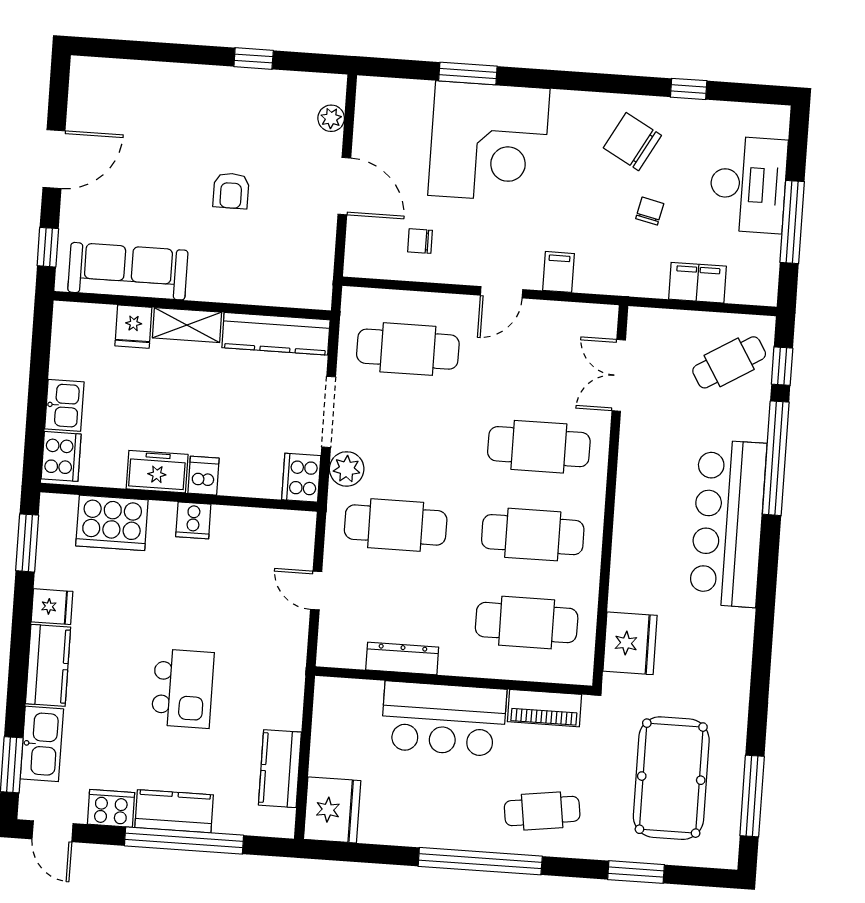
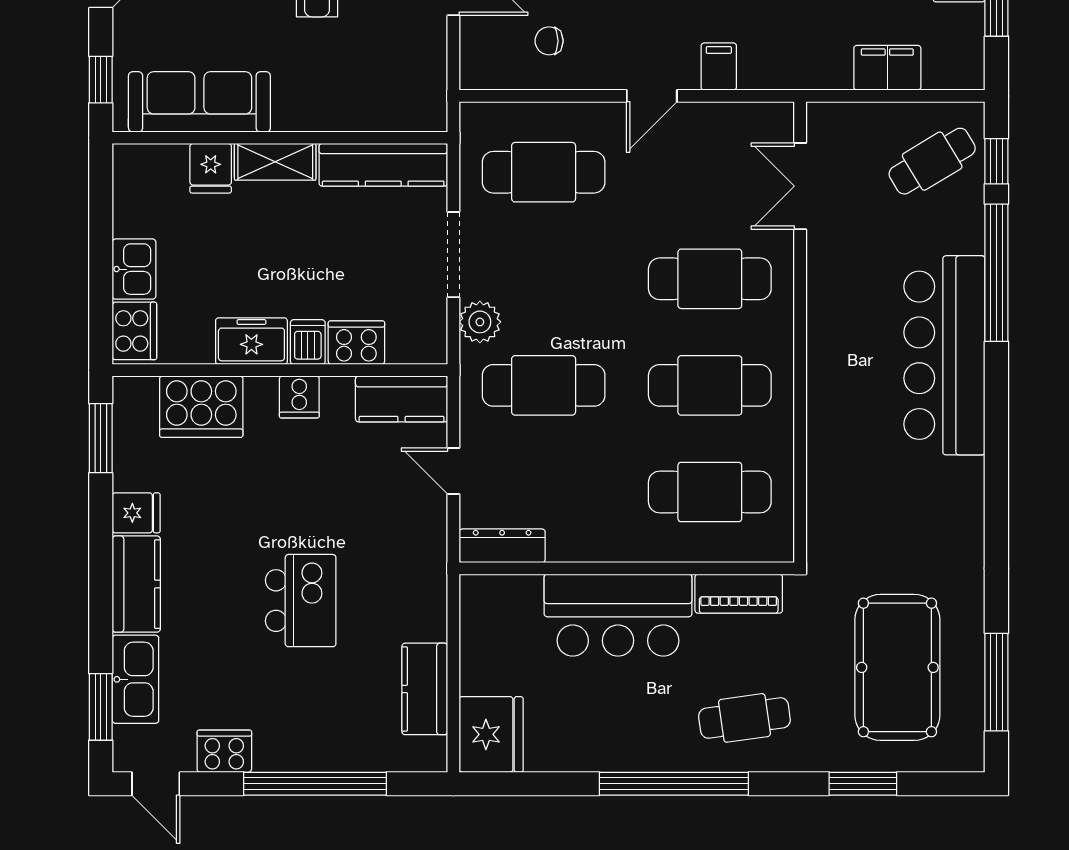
cooker: (301, 478) -> (356, 343), moved, turned 90
fridge: (630, 643) -> (836, 508), removed
dresser: (402, 658) -> (502, 546), moved
kitchen counter: (174, 811) -> (402, 399), moved, turned 180

